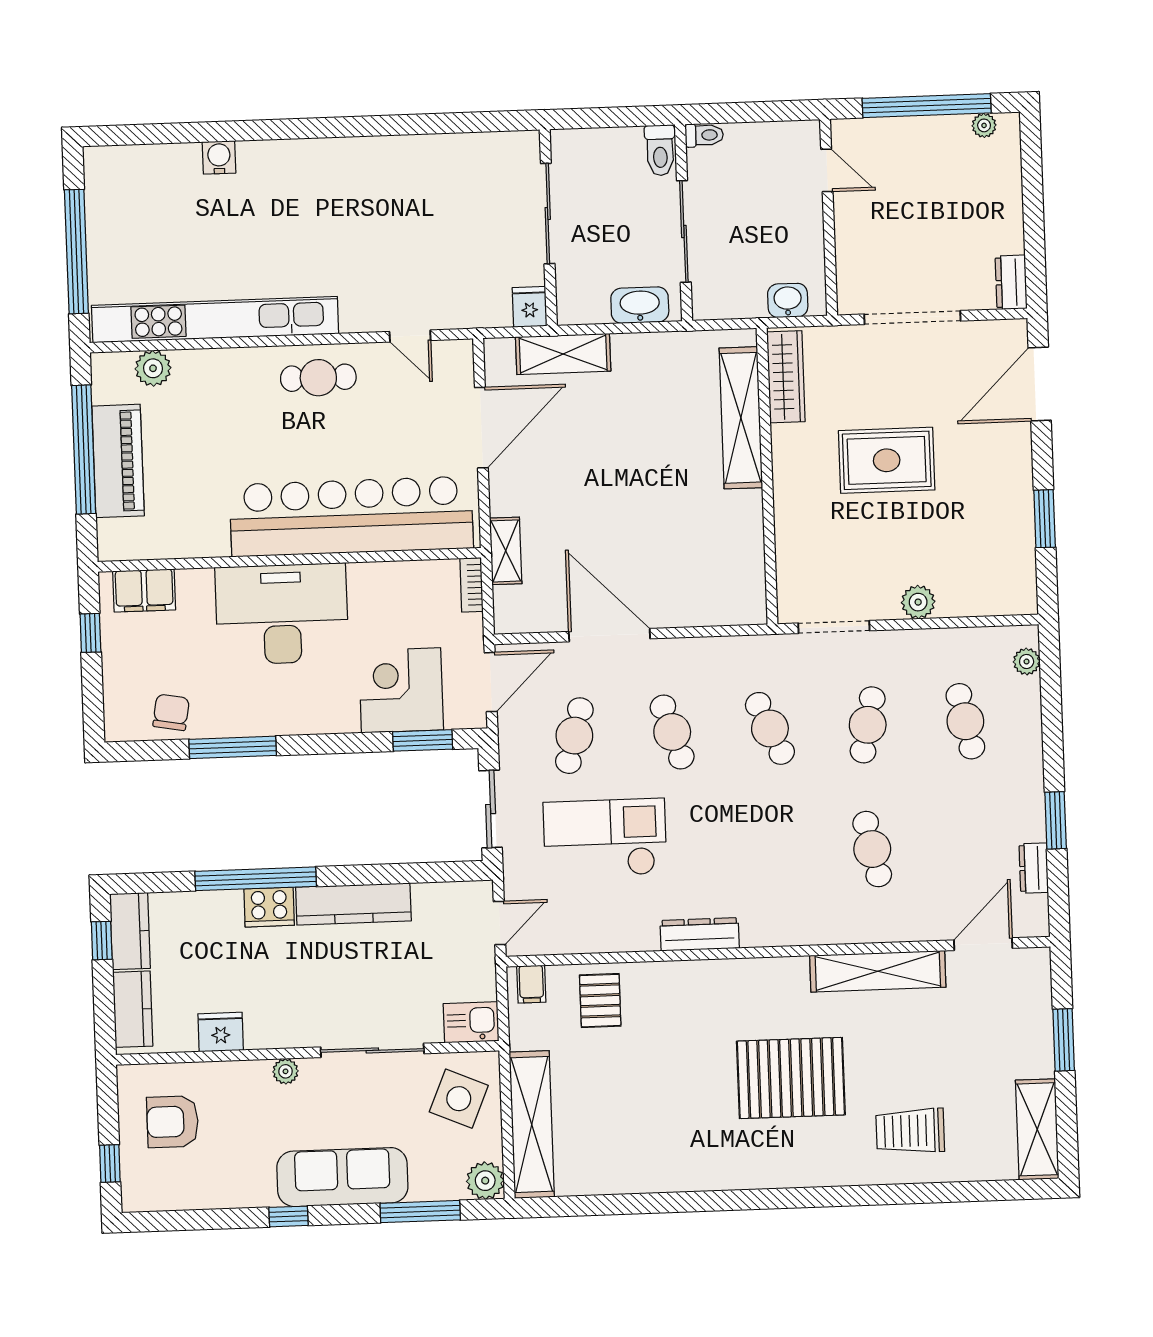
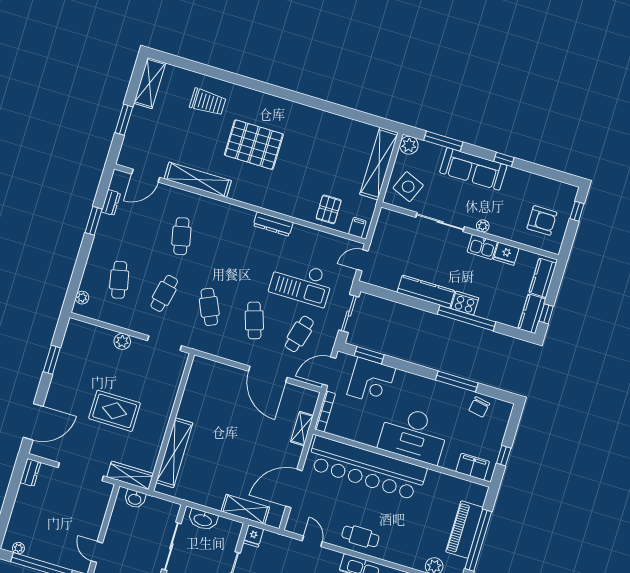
wardrobe: (786, 377) -> (130, 475), moved, turned 90
bookcase: (472, 585) -> (325, 411), width x1.56
kitchen sink: (471, 1022) -> (482, 247), moved

